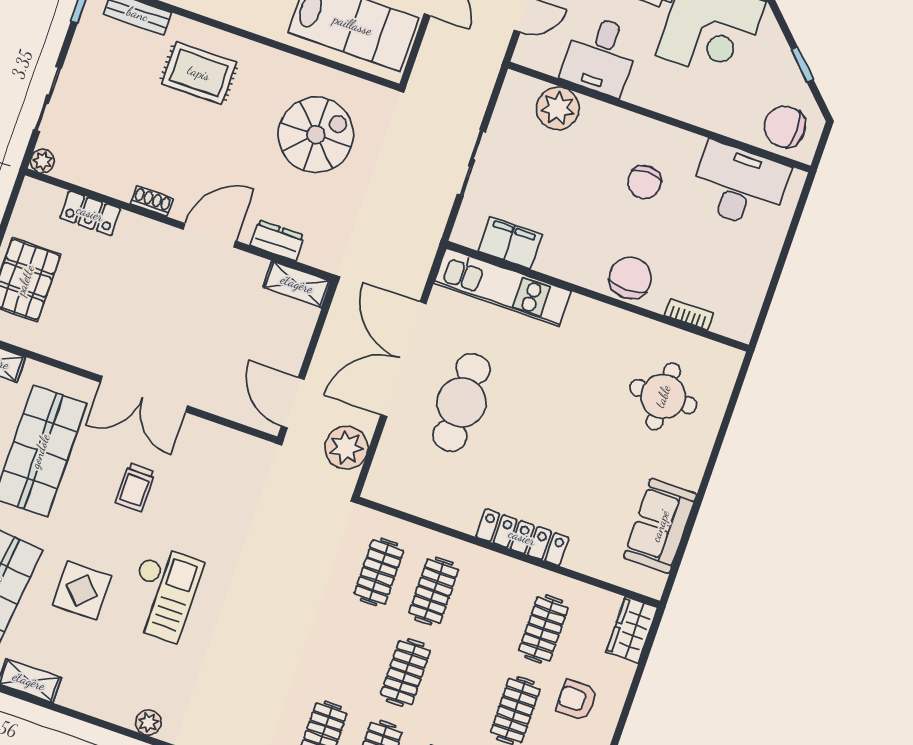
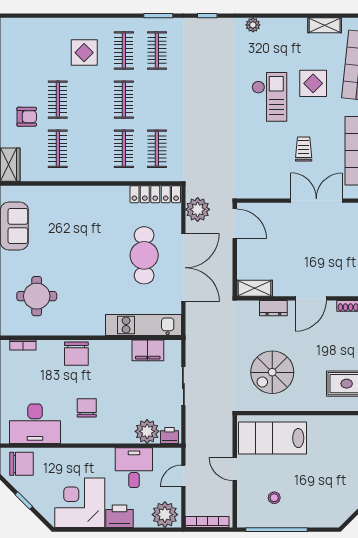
printer: (523, 89) -> (170, 435), added
bookcase: (689, 314) -> (23, 345), moved
locker: (522, 537) -> (155, 194), moved
checkout: (162, 593) -> (269, 97), turned 180

